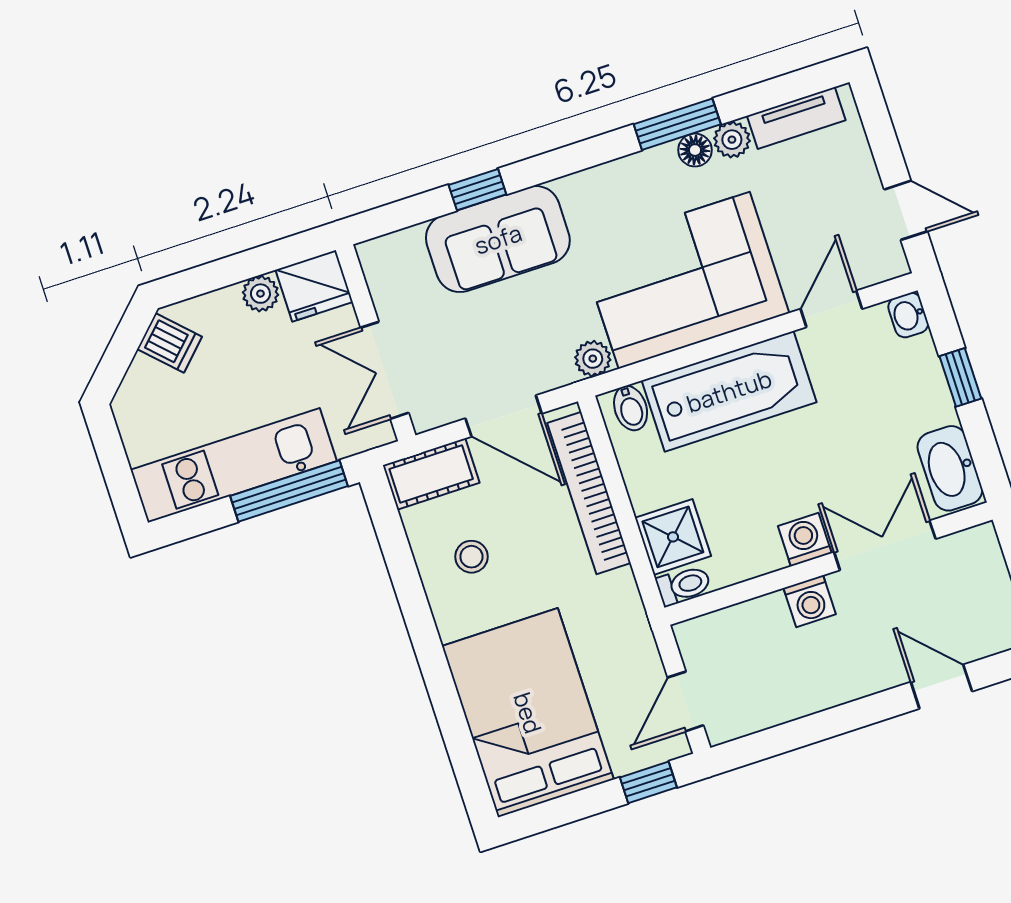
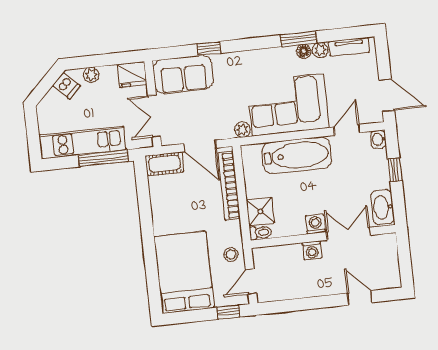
door: (906, 210) -> (387, 95), width x1.38
sofa: (498, 239) -> (183, 74), moved
plant: (260, 294) -> (91, 75), moved
bidet: (631, 408) -> (254, 154), removed
stool: (471, 557) -> (231, 254), moved

